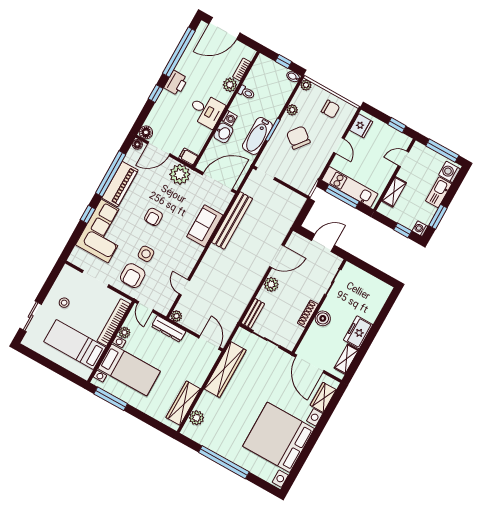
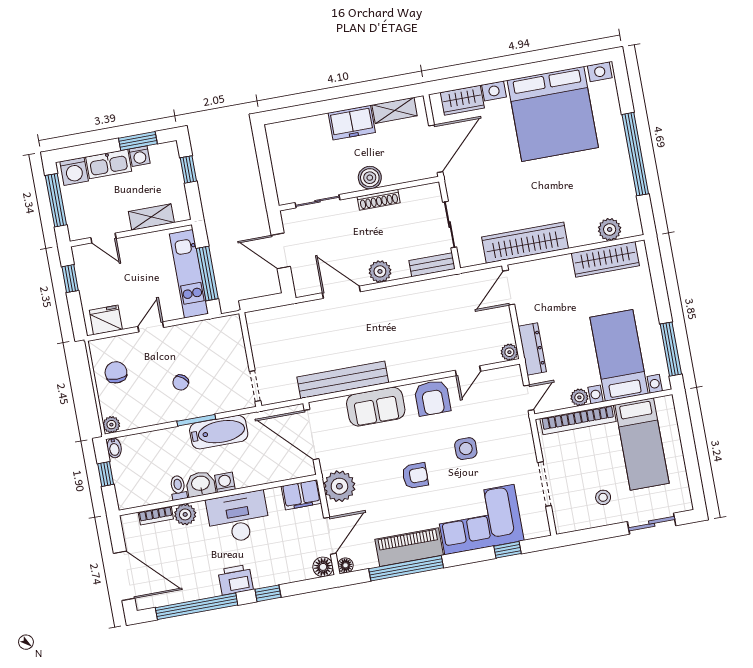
desk: (206, 110) -> (238, 517), width x1.37
plant: (292, 110) -> (154, 417), removed
washbasin: (223, 133) -> (201, 484), moved
chair: (298, 138) -> (181, 382), width x0.54, depth x0.54
door: (159, 149) -> (330, 536), hinge flipped
filing cabinet: (188, 157) -> (301, 495), width x2.00
window: (88, 214) -> (507, 550), moved
washing machine: (420, 229) -> (140, 156), moved
armchair: (133, 276) -> (432, 398), moved, turned 90

